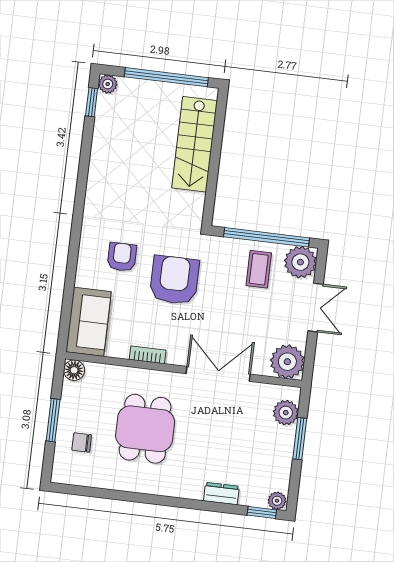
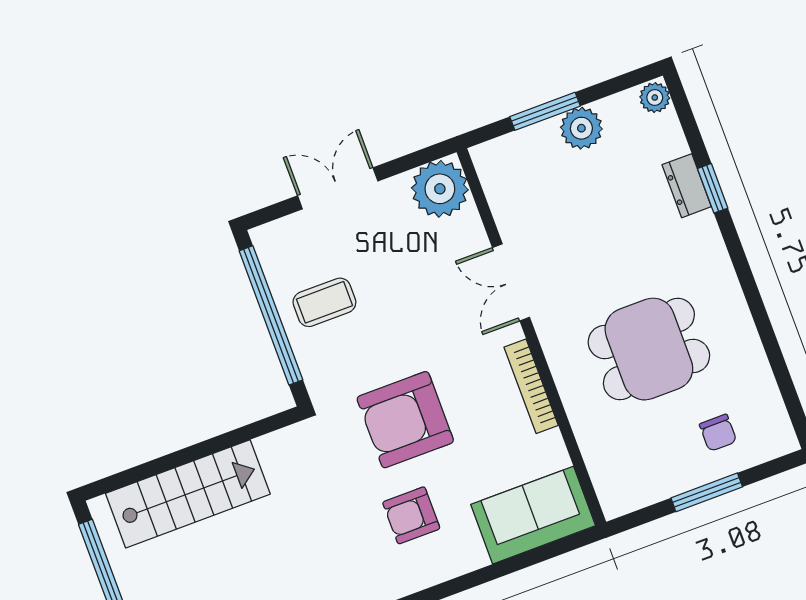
plant: (300, 262) -> (282, 246), removed
bookcase: (148, 355) -> (531, 386), width x1.56
floor lamp: (74, 370) -> (616, 499), removed
double door: (218, 374) -> (511, 282), width x0.73
plant: (286, 413) -> (581, 128), moved
window: (262, 513) -> (713, 188), moved

